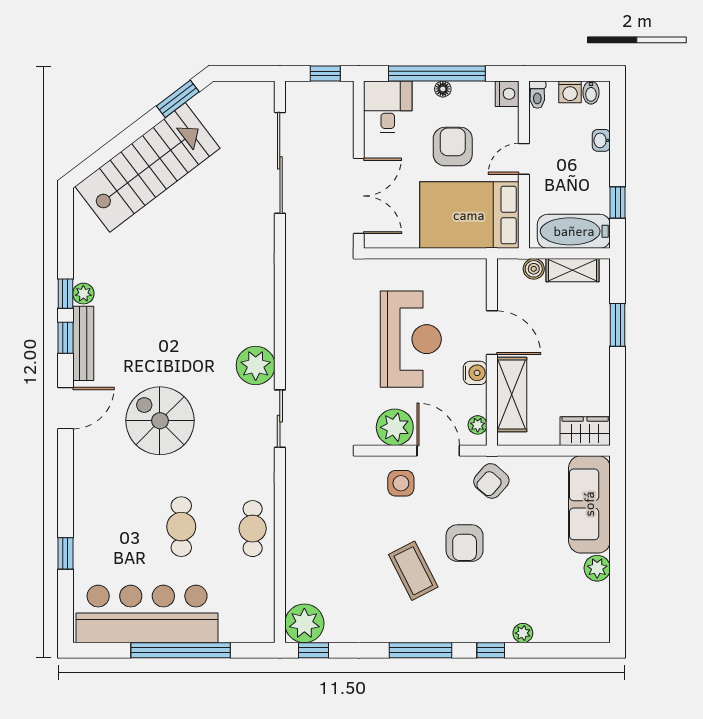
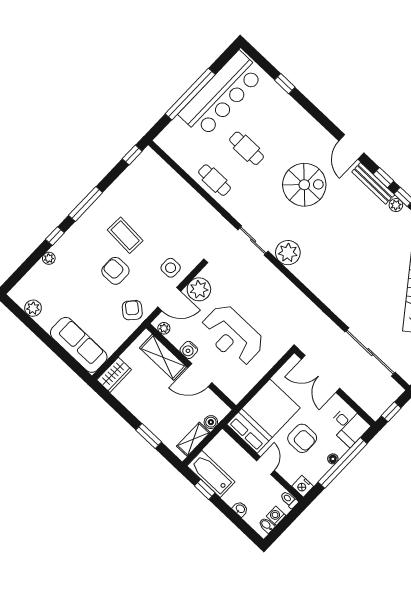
bathtub: (574, 231) -> (211, 474), moved, turned -90
plant: (597, 568) -> (33, 308), moved
coffee table: (413, 571) -> (125, 235), turned 30
plant: (304, 623) -> (149, 162), removed

